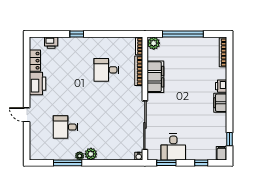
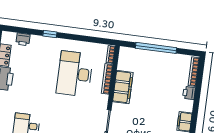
plant: (154, 43) -> (125, 53), removed
desk: (106, 70) -> (75, 74), width x1.87, depth x1.30
printer: (221, 86) -> (189, 93), moved

